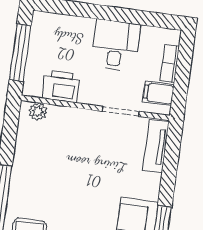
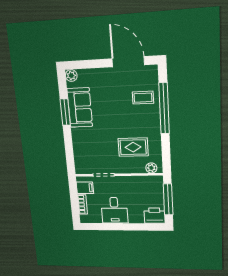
printer: (61, 86) -> (155, 216), moved, turned 180
tv unit: (156, 146) -> (79, 159), removed
rug: (61, 151) -> (133, 147), added

